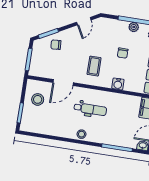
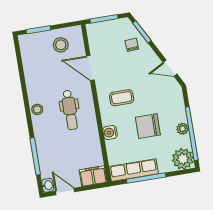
chair: (123, 53) -> (148, 126), width x1.87, depth x1.87

